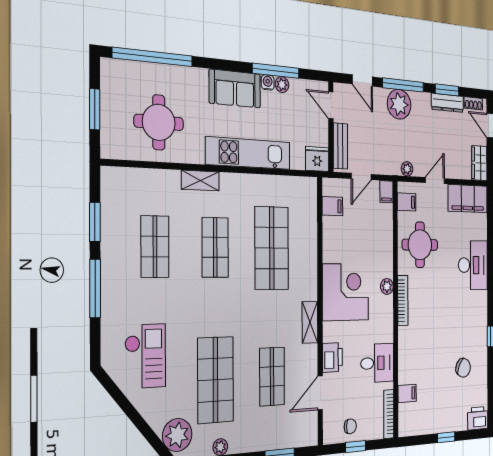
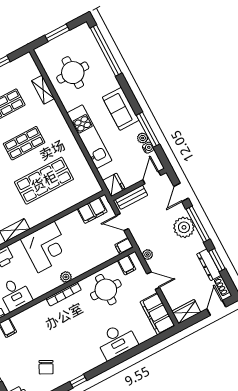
water cooler: (268, 82) -> (148, 148), moved
shelving: (200, 180) -> (43, 90), moved
filing cabinet: (332, 206) -> (92, 210), width x2.00

